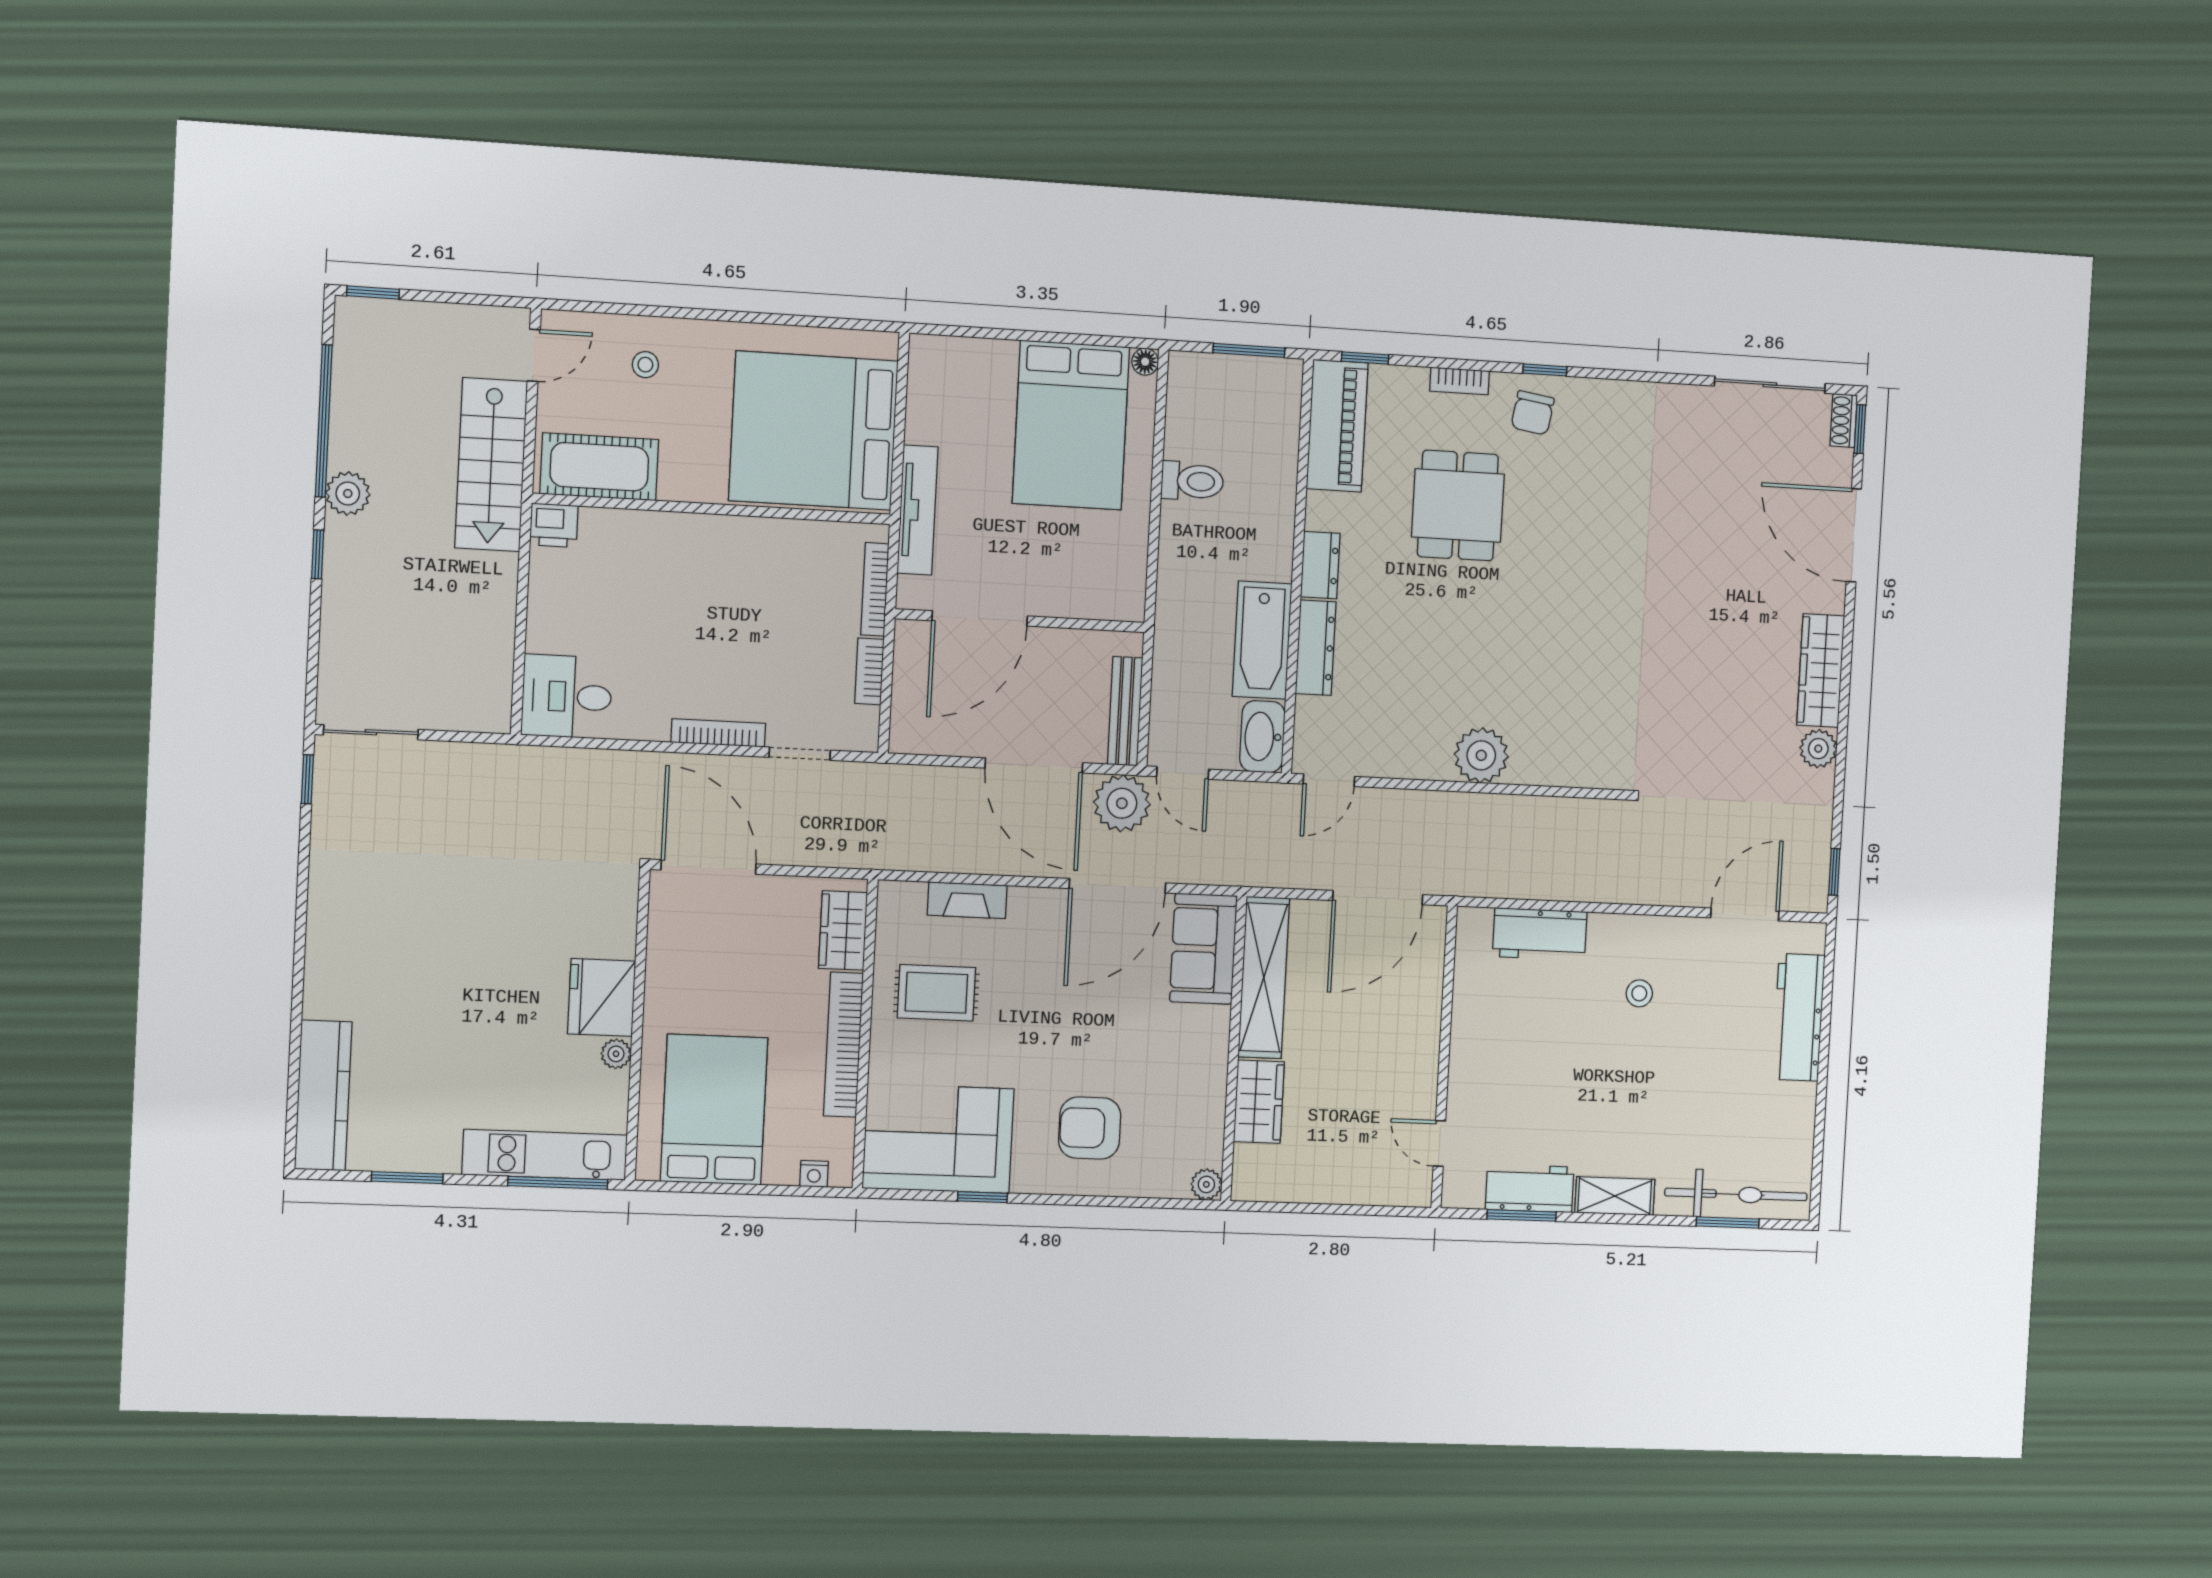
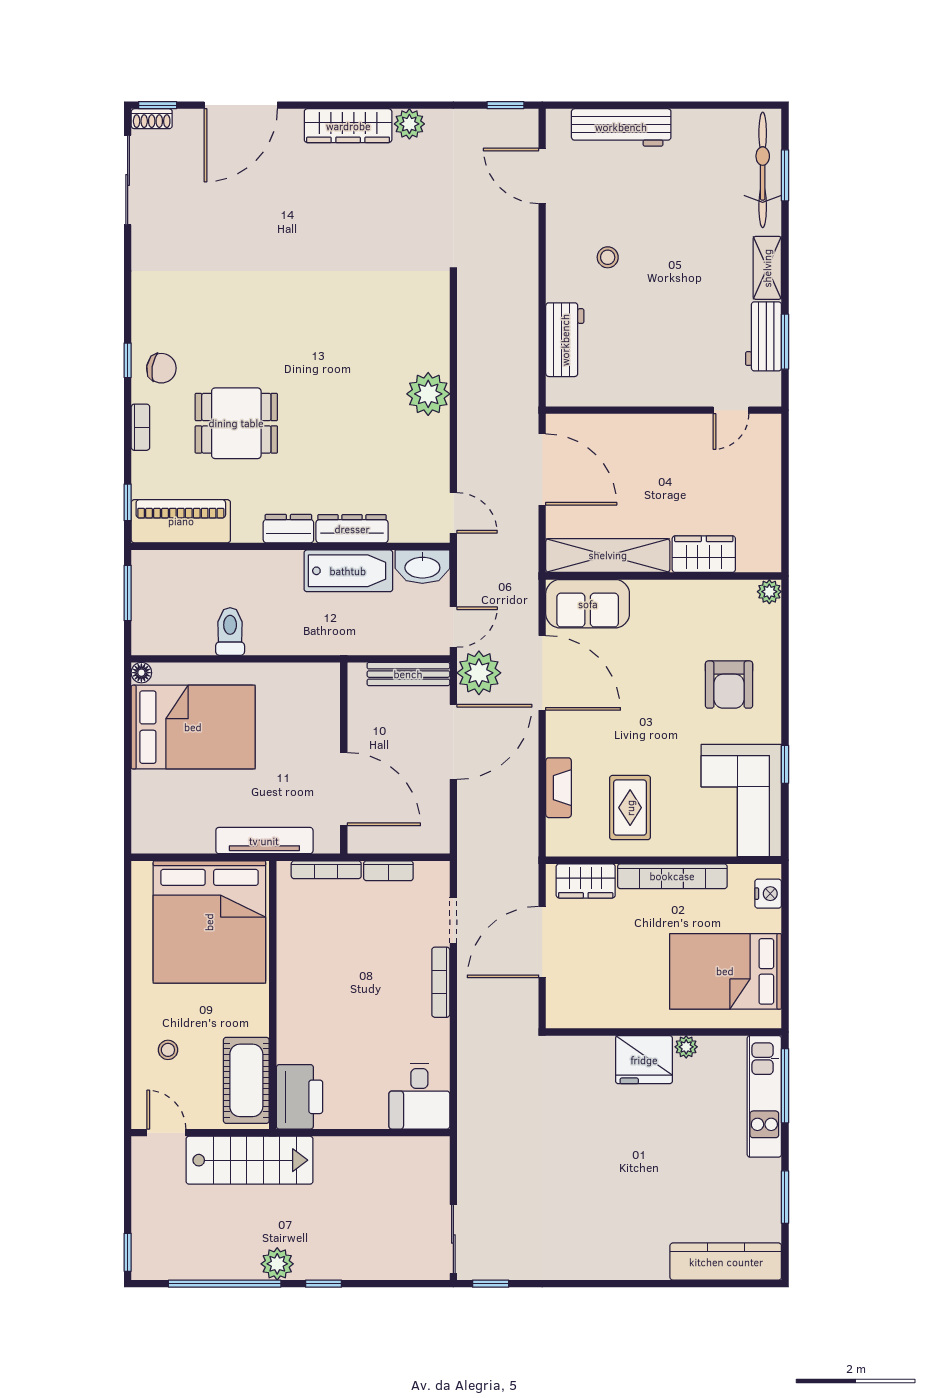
printer: (554, 525) -> (299, 1097), width x1.87, depth x1.48
door: (709, 867) -> (542, 942), moved
nightstand: (814, 1174) -> (768, 894), width x1.39, depth x1.35

